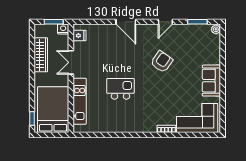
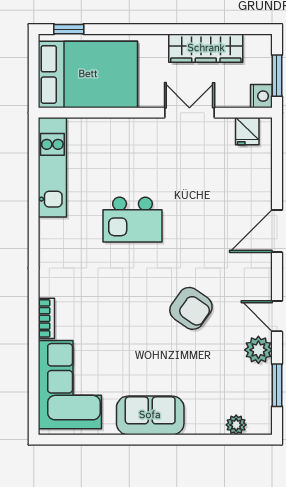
plant: (216, 29) -> (236, 425), moved
plant: (181, 30) -> (258, 350), added
kitchen island: (120, 89) -> (132, 220), turned 90
kitchen unit: (80, 101) -> (52, 167), moved, turned -90

